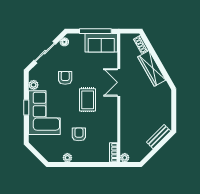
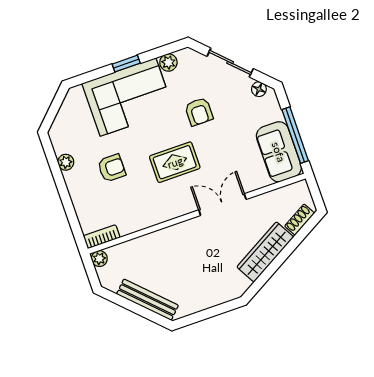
armchair: (65, 78) -> (199, 112), turned 90
bench: (159, 137) -> (147, 300), width x1.36

